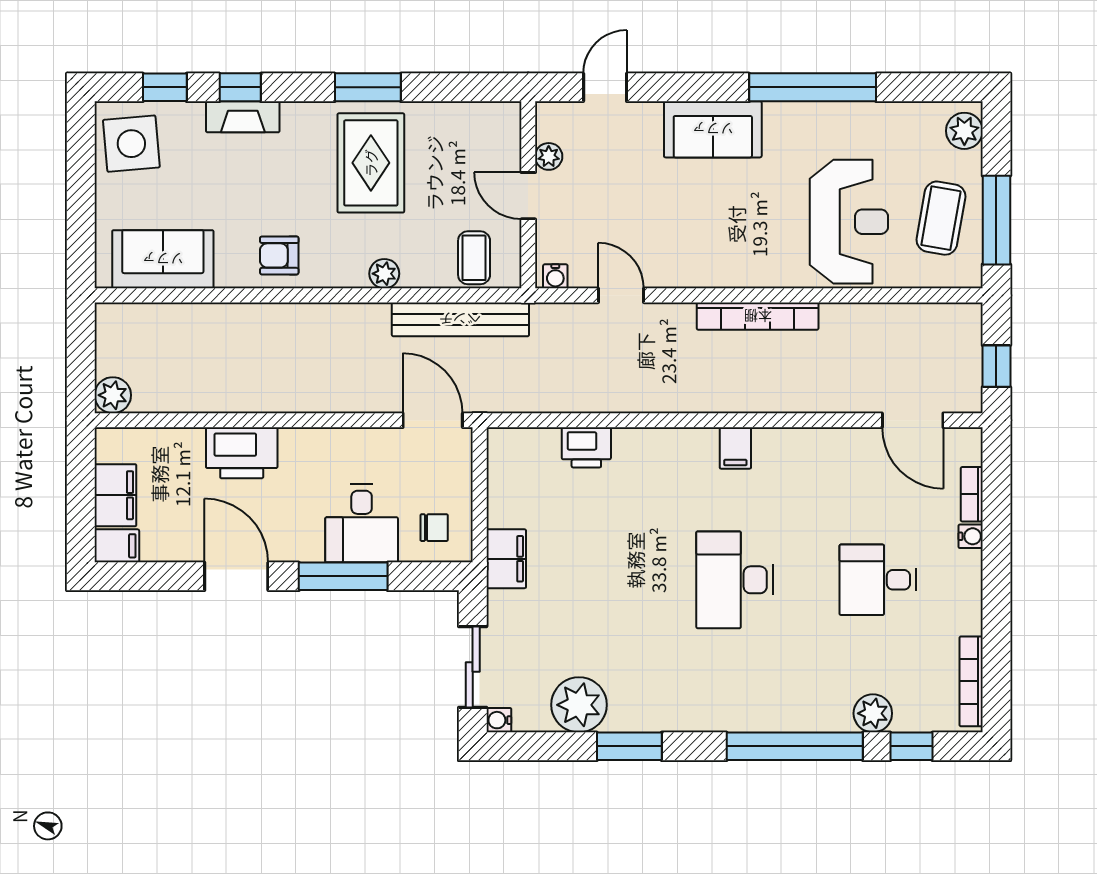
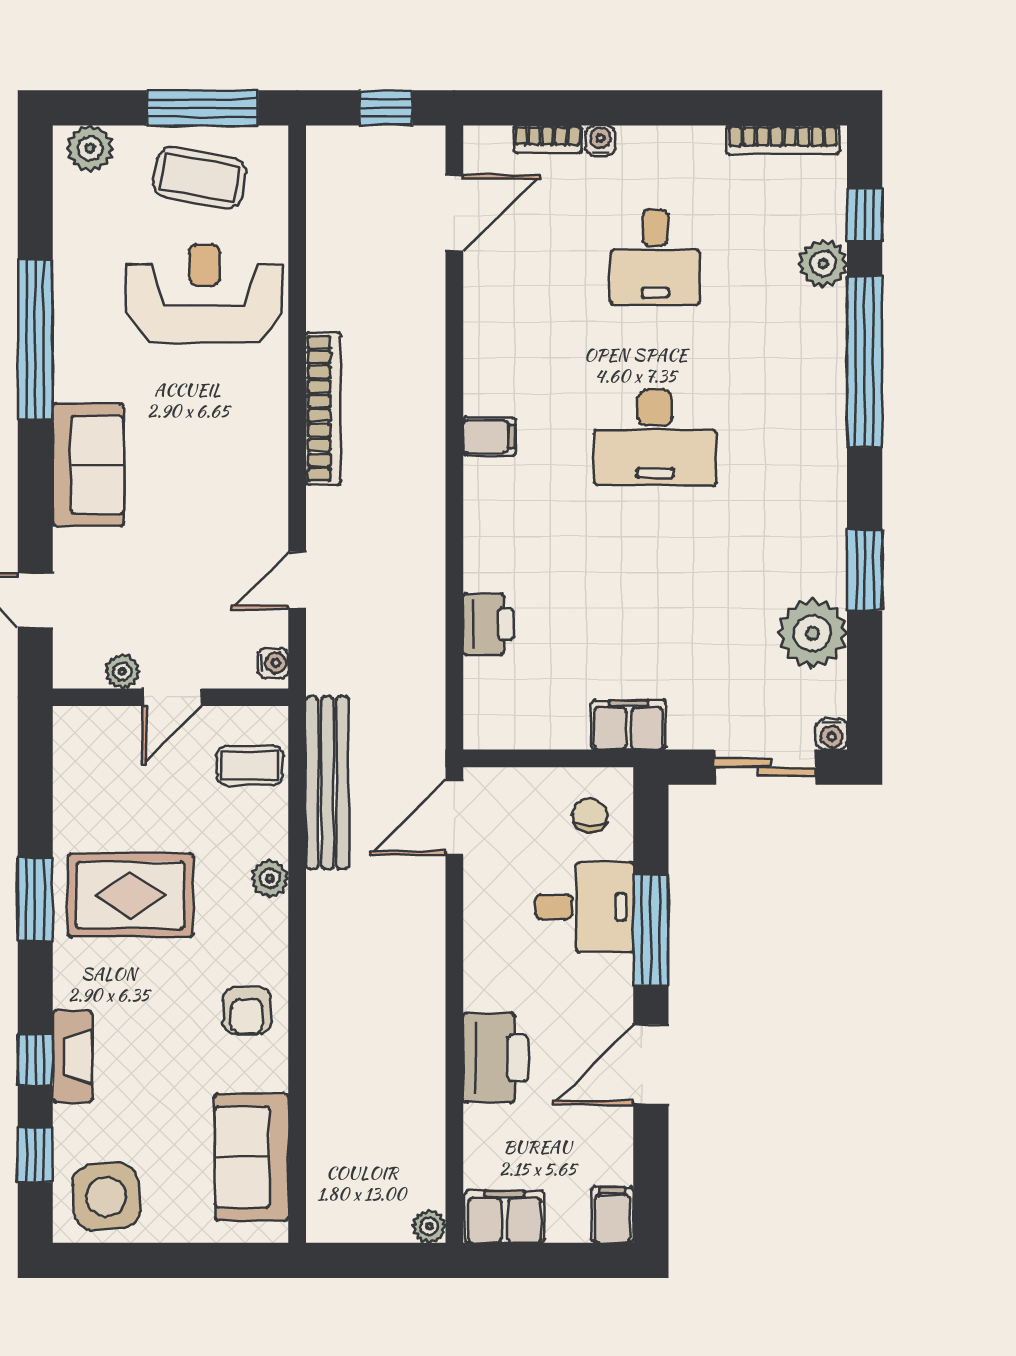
plant: (113, 395) -> (429, 1226), width x0.73, depth x0.73
filing cabinet: (115, 495) -> (505, 1217), moved

